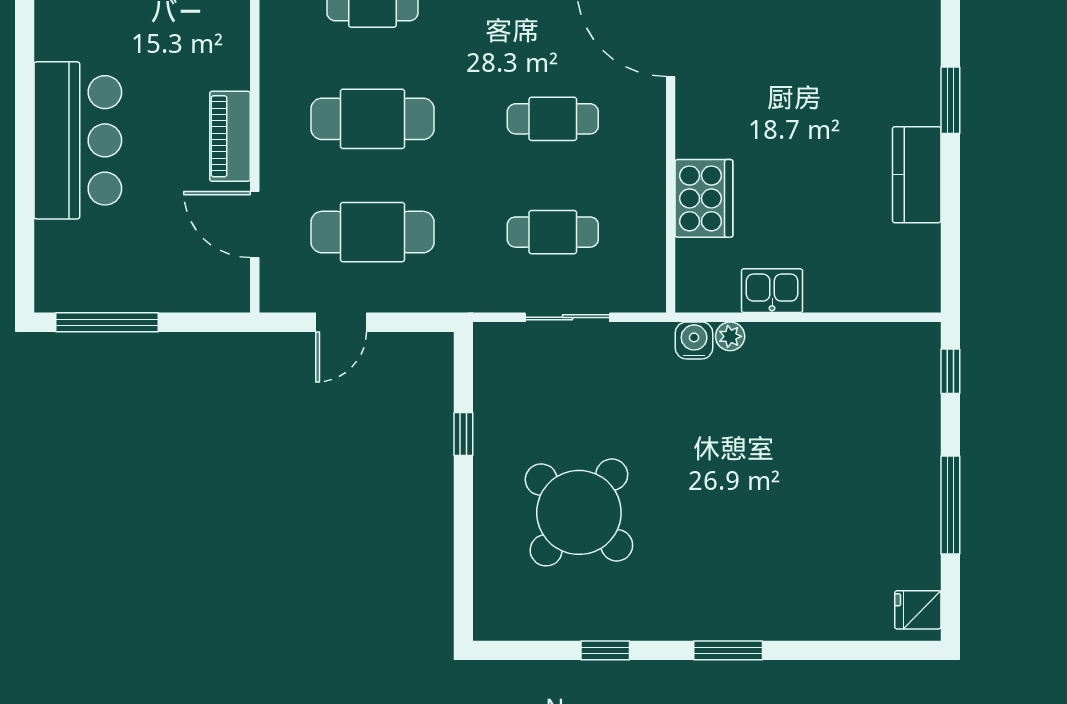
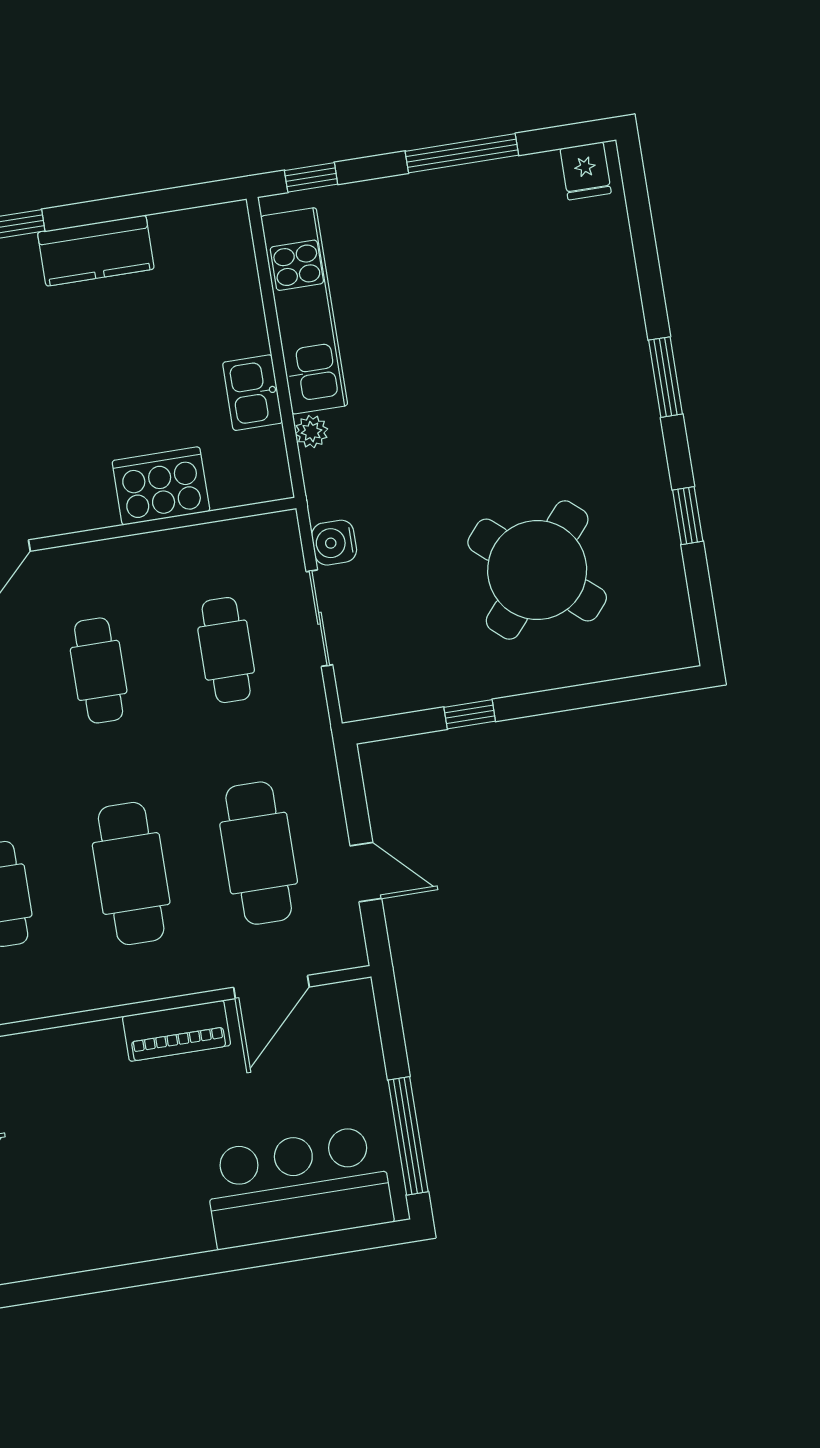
bar counter: (78, 140) -> (298, 1187), moved
water cooler: (694, 340) -> (334, 543), moved
kitchen unit: (836, 347) -> (304, 311), added

